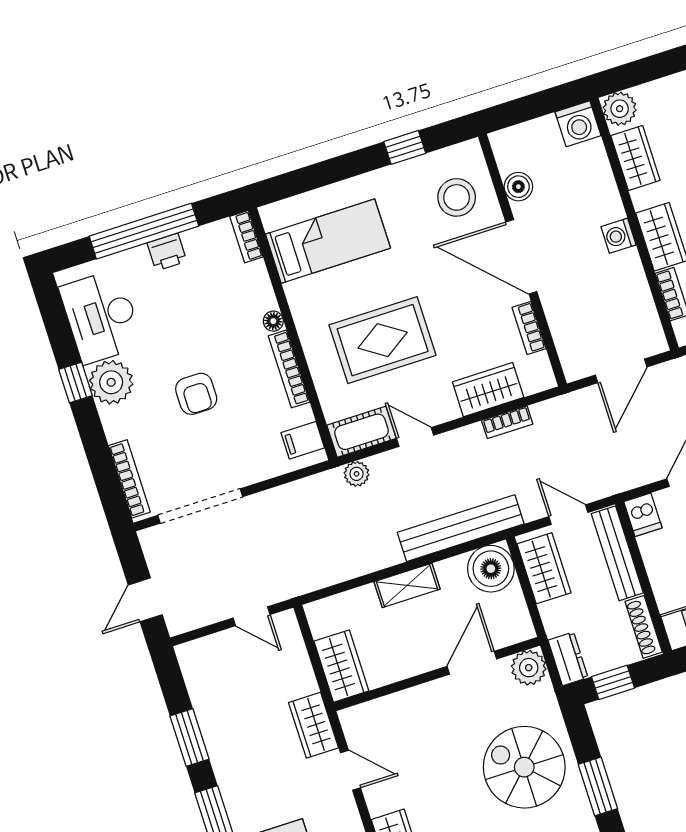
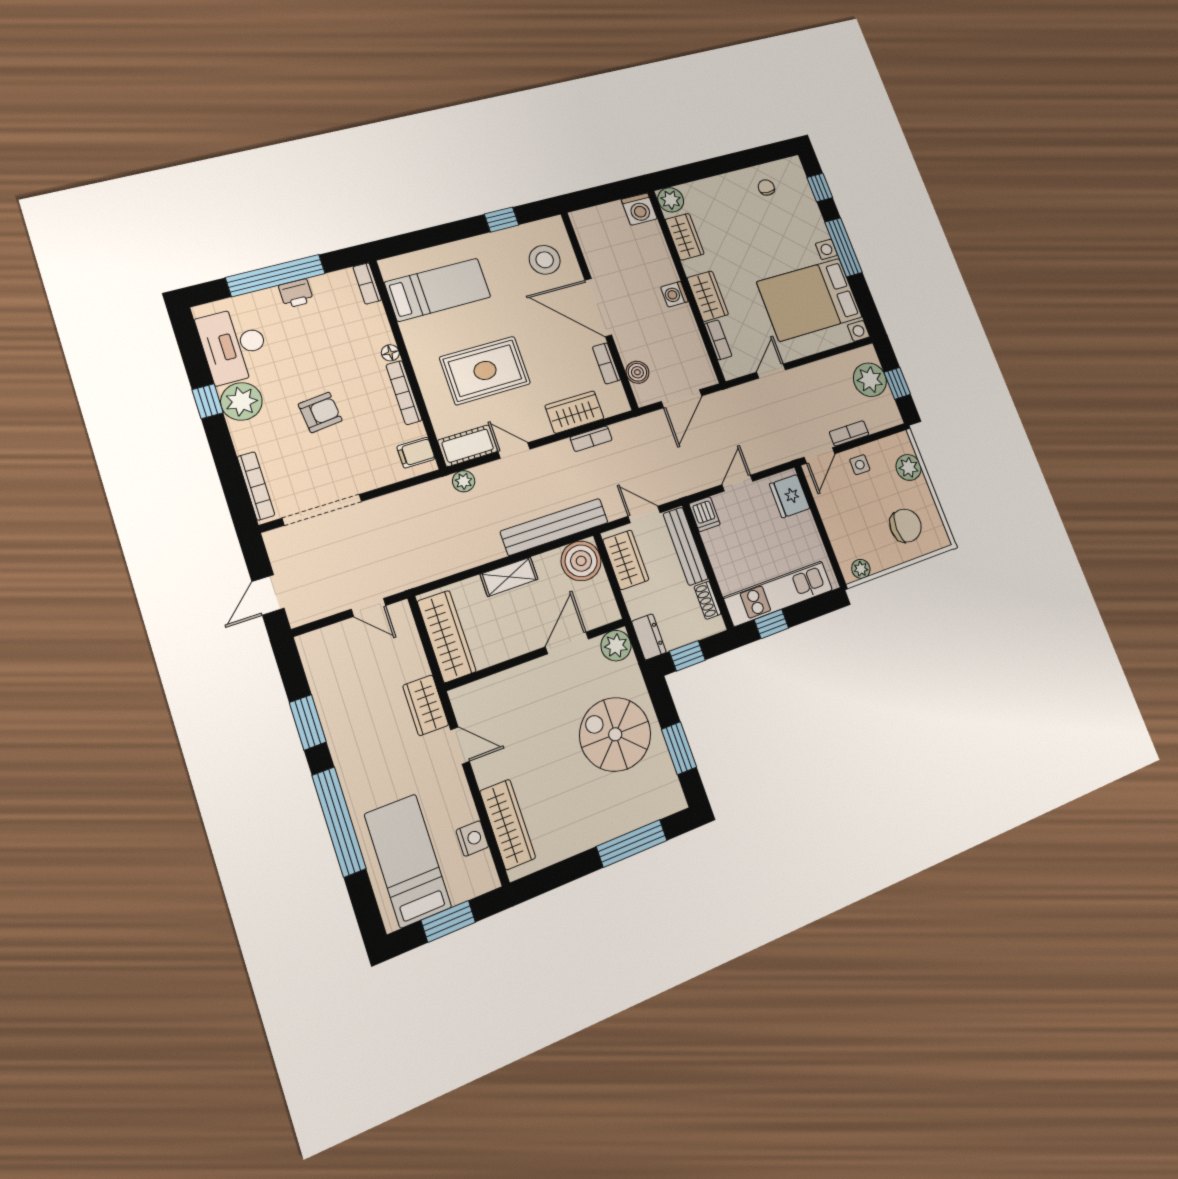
boiler: (518, 187) -> (637, 372), moved
armchair: (196, 394) -> (320, 412), turned -96
shoe rack: (644, 627) -> (708, 600), width x0.70
wardrobe: (341, 666) -> (447, 636), width x1.50

